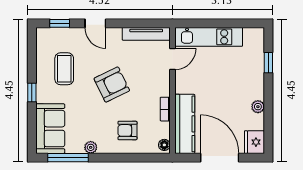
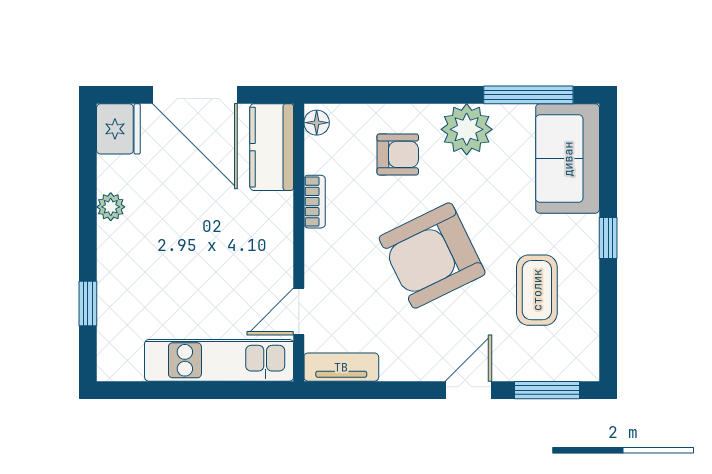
window: (60, 23) -> (547, 390), width x1.50
door: (95, 23) -> (468, 390), hinge flipped
tv unit: (146, 34) -> (341, 367), width x0.71
armchair: (112, 85) -> (432, 255), width x1.36, depth x1.36
kitchen counter: (185, 124) -> (272, 147), width x0.67
plant: (91, 147) -> (467, 129), width x1.87, depth x1.87

